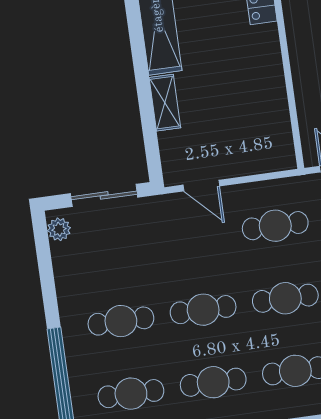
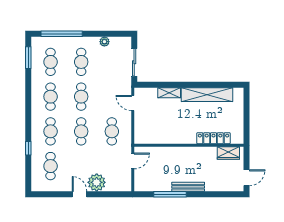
door: (201, 186) -> (133, 103), hinge flipped
plant: (59, 229) -> (104, 42), moved

